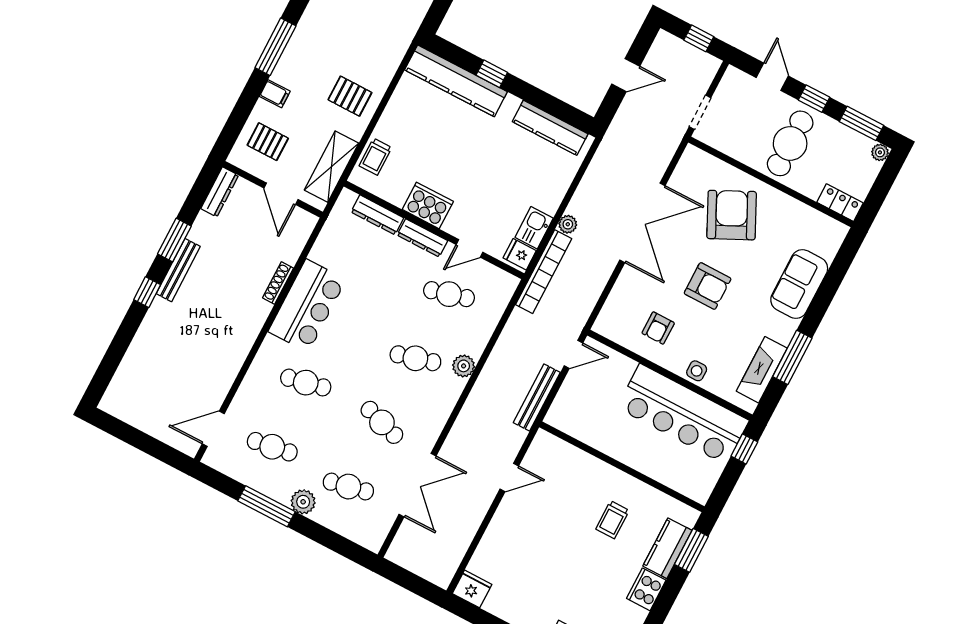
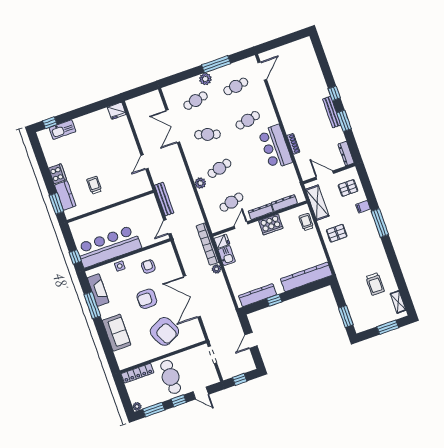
window: (492, 74) -> (274, 300), moved
locker: (840, 203) -> (137, 373), width x1.53

